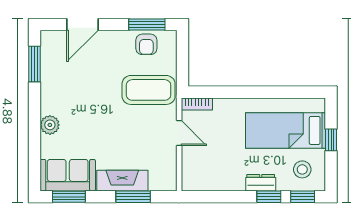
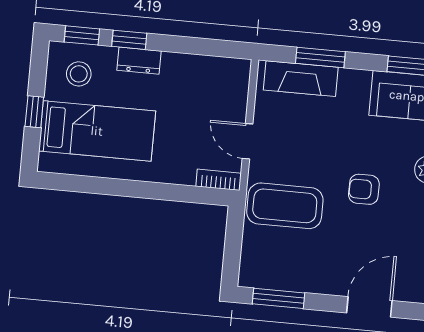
armchair: (146, 44) -> (364, 189), moved, turned -90
fireplace: (122, 181) -> (301, 79), moved

